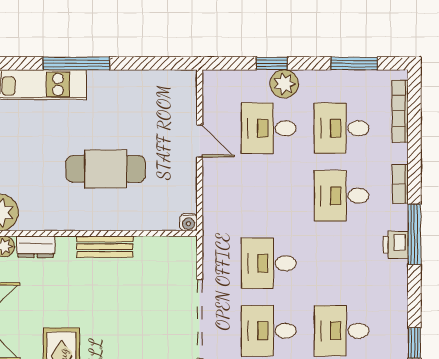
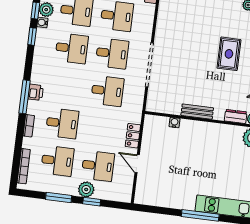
window: (354, 63) -> (59, 197), moved
cafe table: (106, 169) -> (191, 155), removed
locker: (213, 190) -> (133, 136), added
water cooler: (188, 222) -> (174, 123), moved

